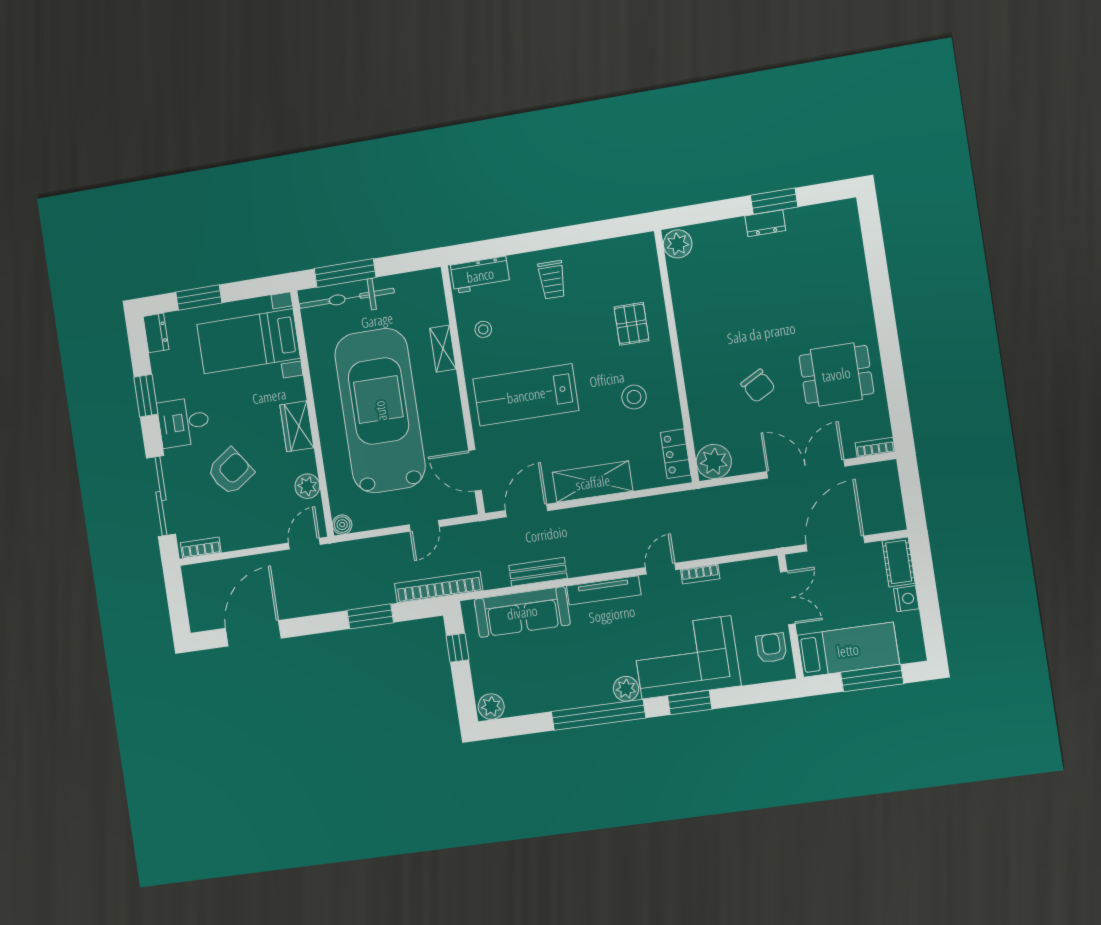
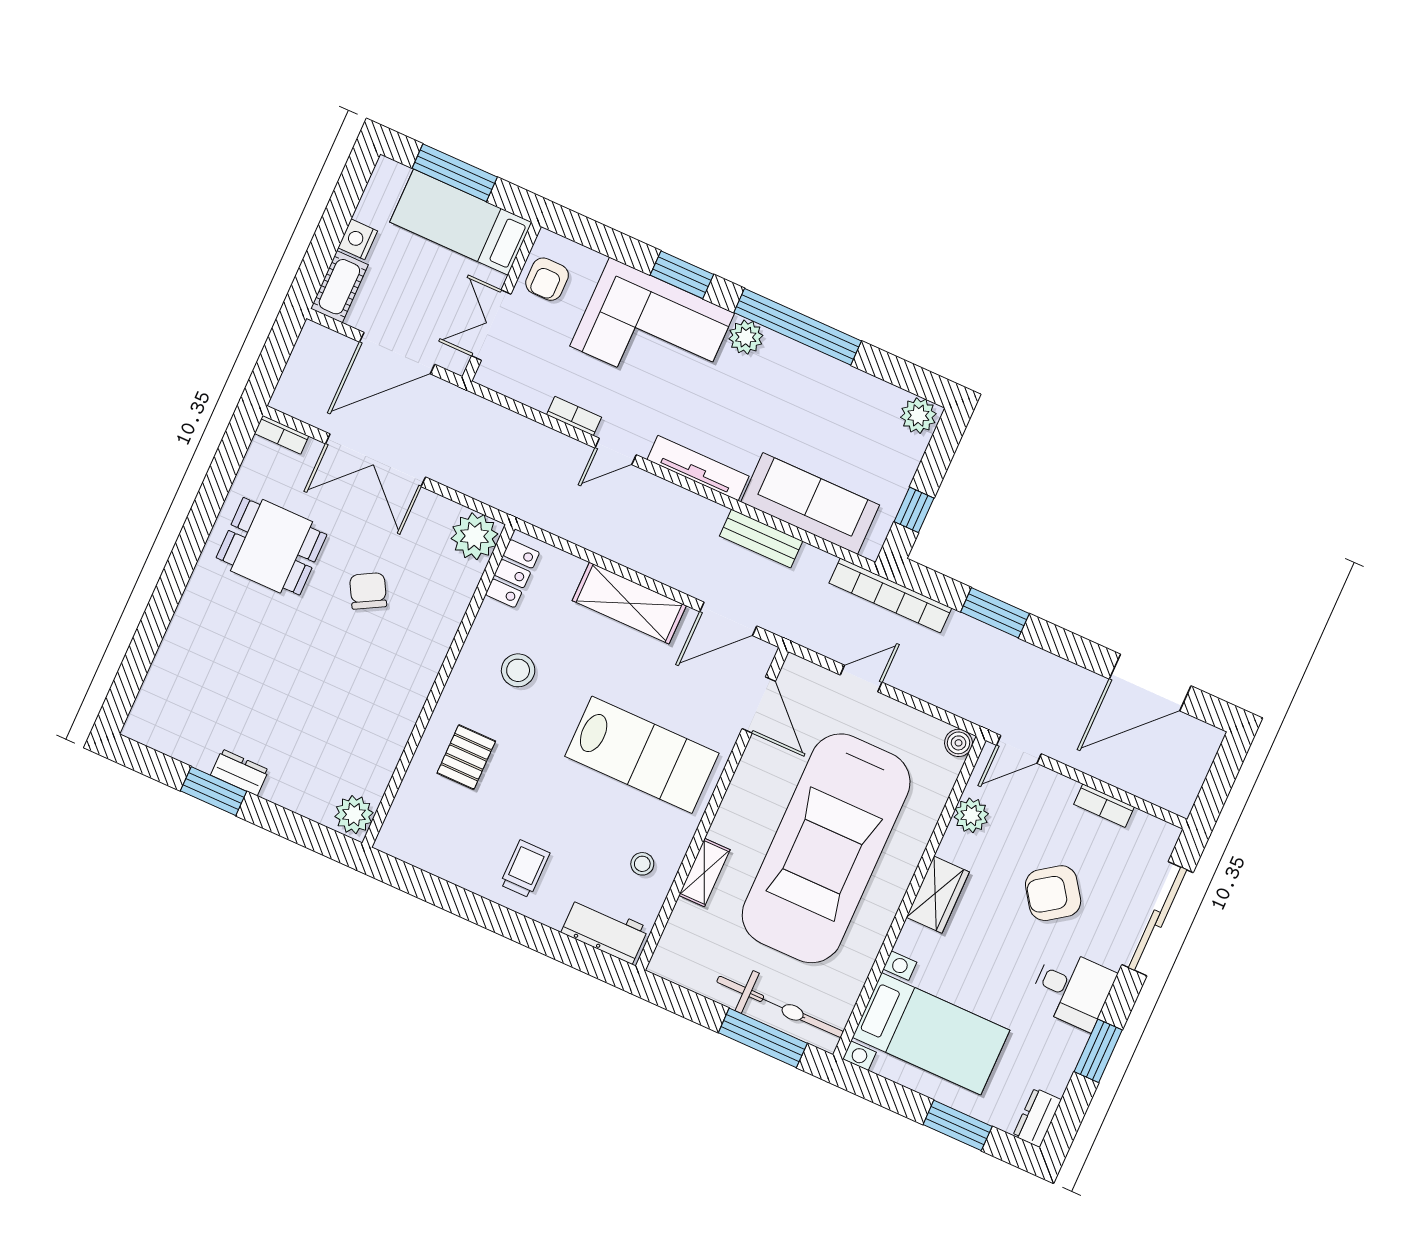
bookcase: (201, 548) -> (1104, 806), moved

